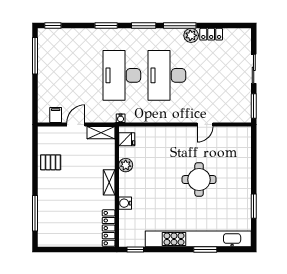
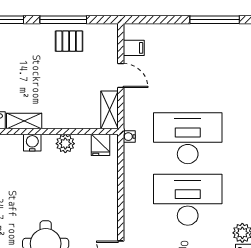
pallet: (51, 162) -> (69, 41), turned 90
window: (35, 167) -> (63, 20), added
shelving: (109, 182) -> (24, 121), moved
water cooler: (125, 203) -> (32, 143), moved

